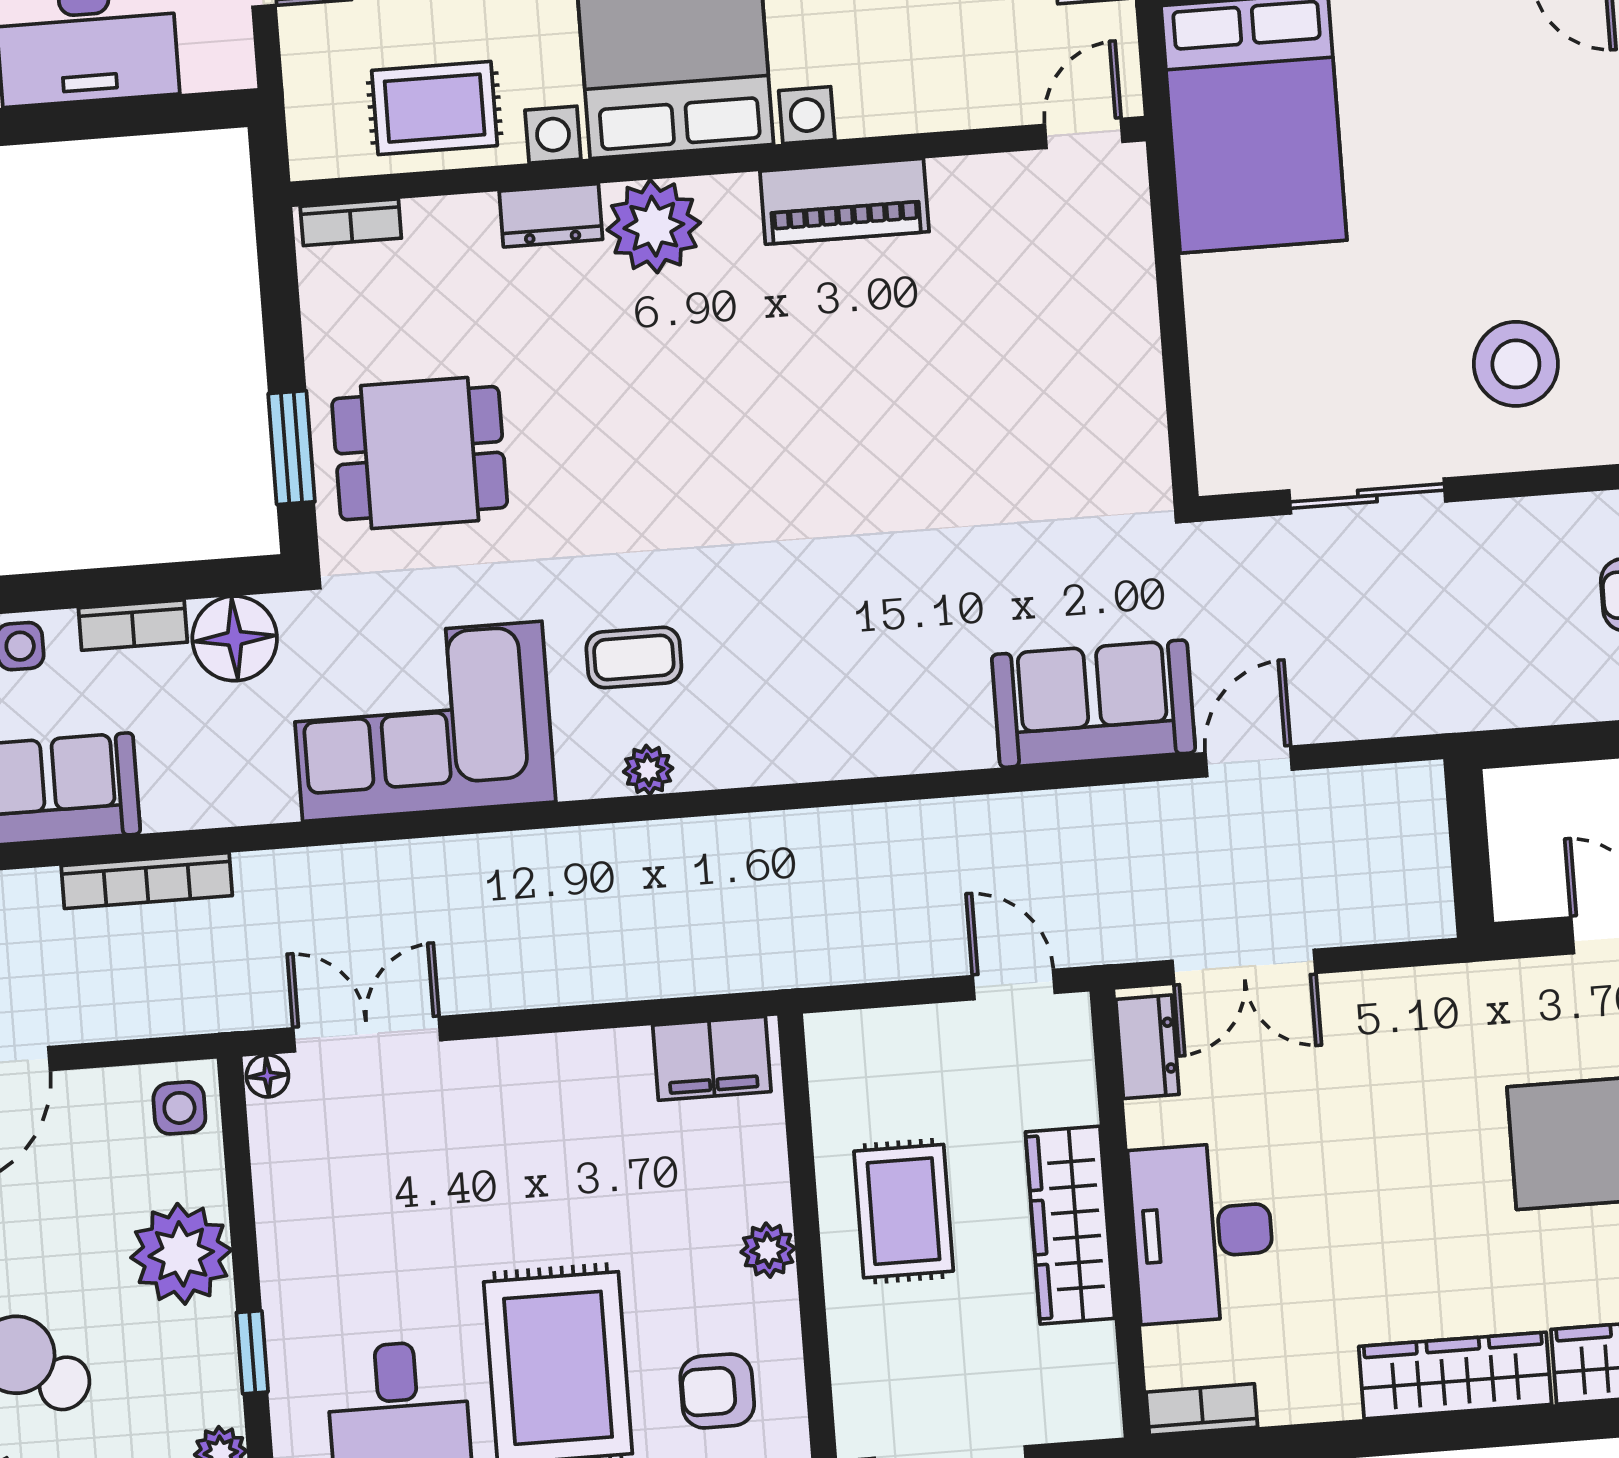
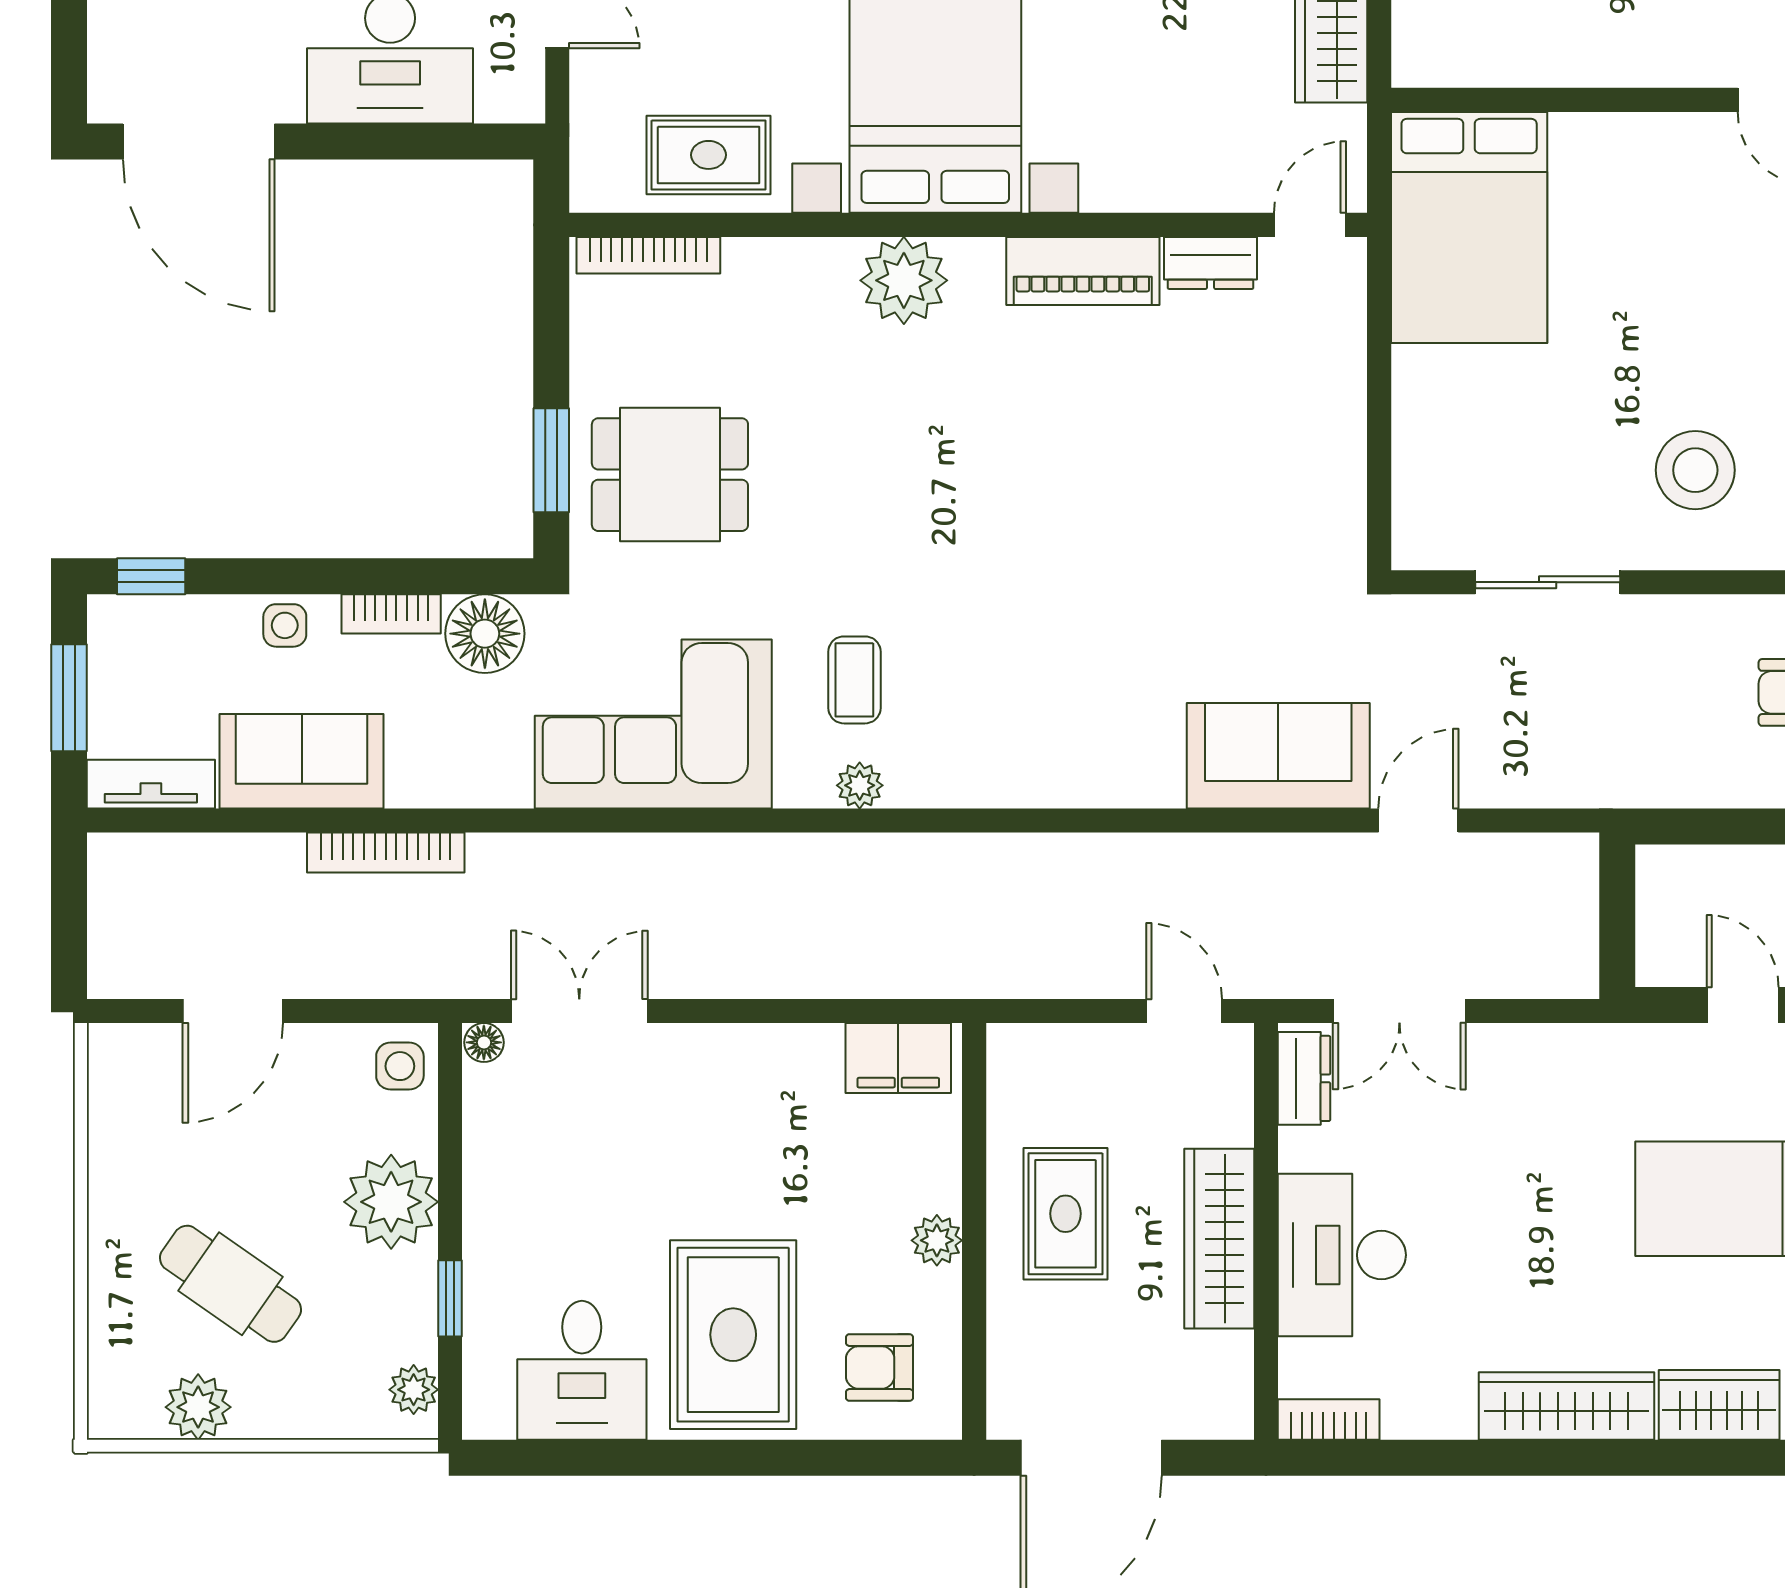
dresser: (551, 215) -> (1211, 263), moved
bookcase: (351, 222) -> (648, 255), width x1.56
coffee table: (634, 657) -> (854, 680), turned 90

